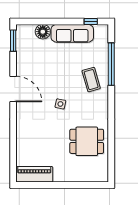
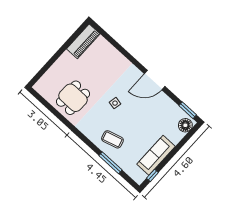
floor lamp: (43, 32) -> (185, 125), moved
window: (111, 64) -> (111, 163), width x0.68

